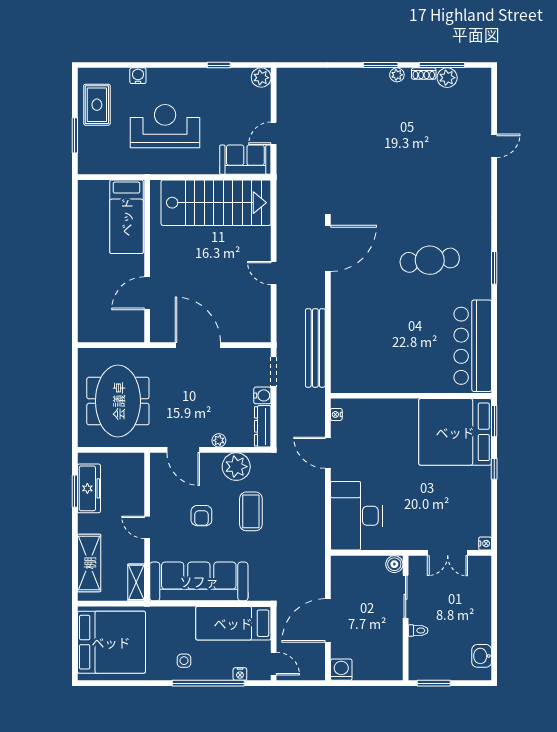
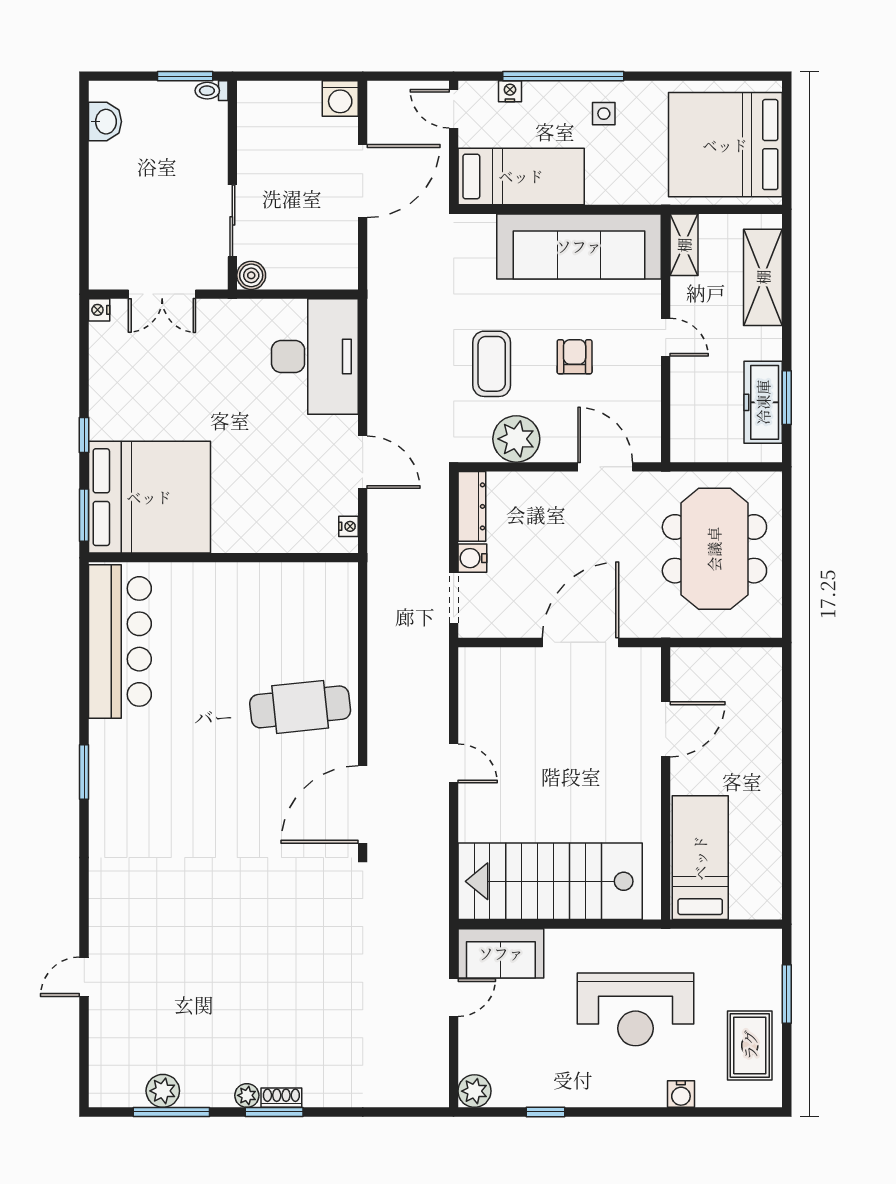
shoe rack: (424, 74) -> (281, 1098), moved
cafe table: (430, 260) -> (300, 707), moved
door: (198, 345) -> (580, 642), swing flipped
bench: (315, 348) -> (384, 638), removed
plant: (219, 440) -> (545, 483), removed
double door: (448, 553) -> (162, 294), swing flipped
toilet: (418, 631) -> (212, 91), moved

